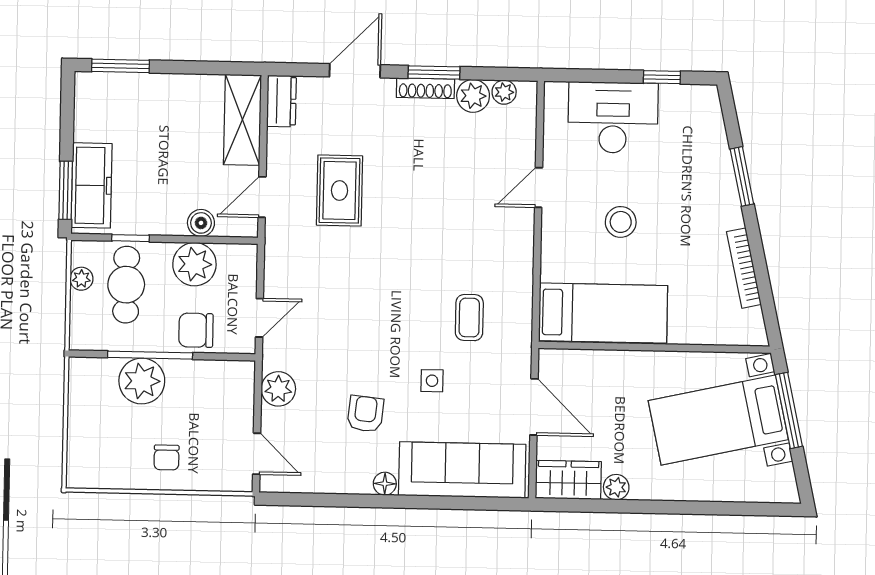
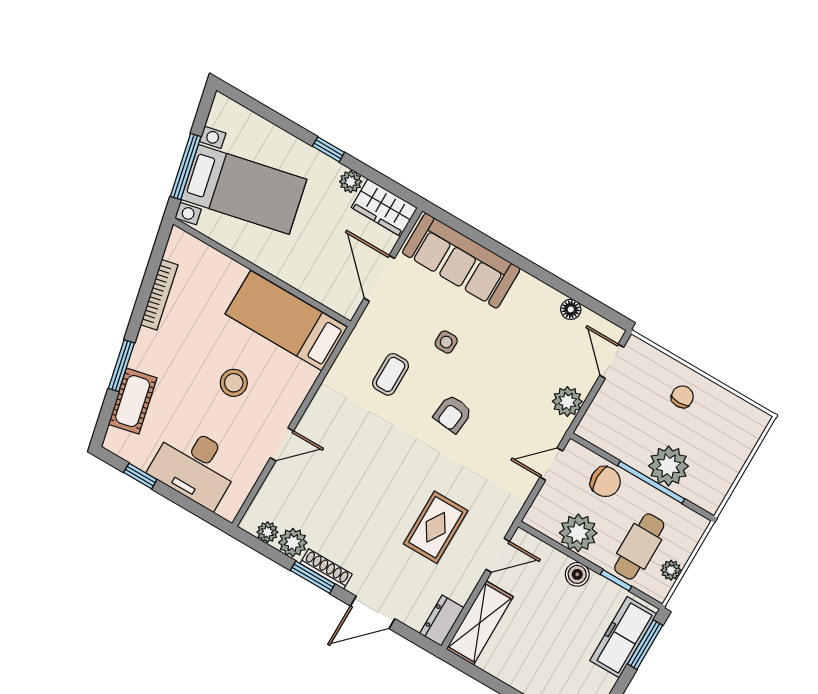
cot: (711, 148) -> (133, 401), added
boiler: (201, 223) -> (577, 574), moved
armchair: (365, 414) -> (453, 414), moved
floor lamp: (385, 484) -> (571, 309), moved
window: (656, 507) -> (328, 149), added

